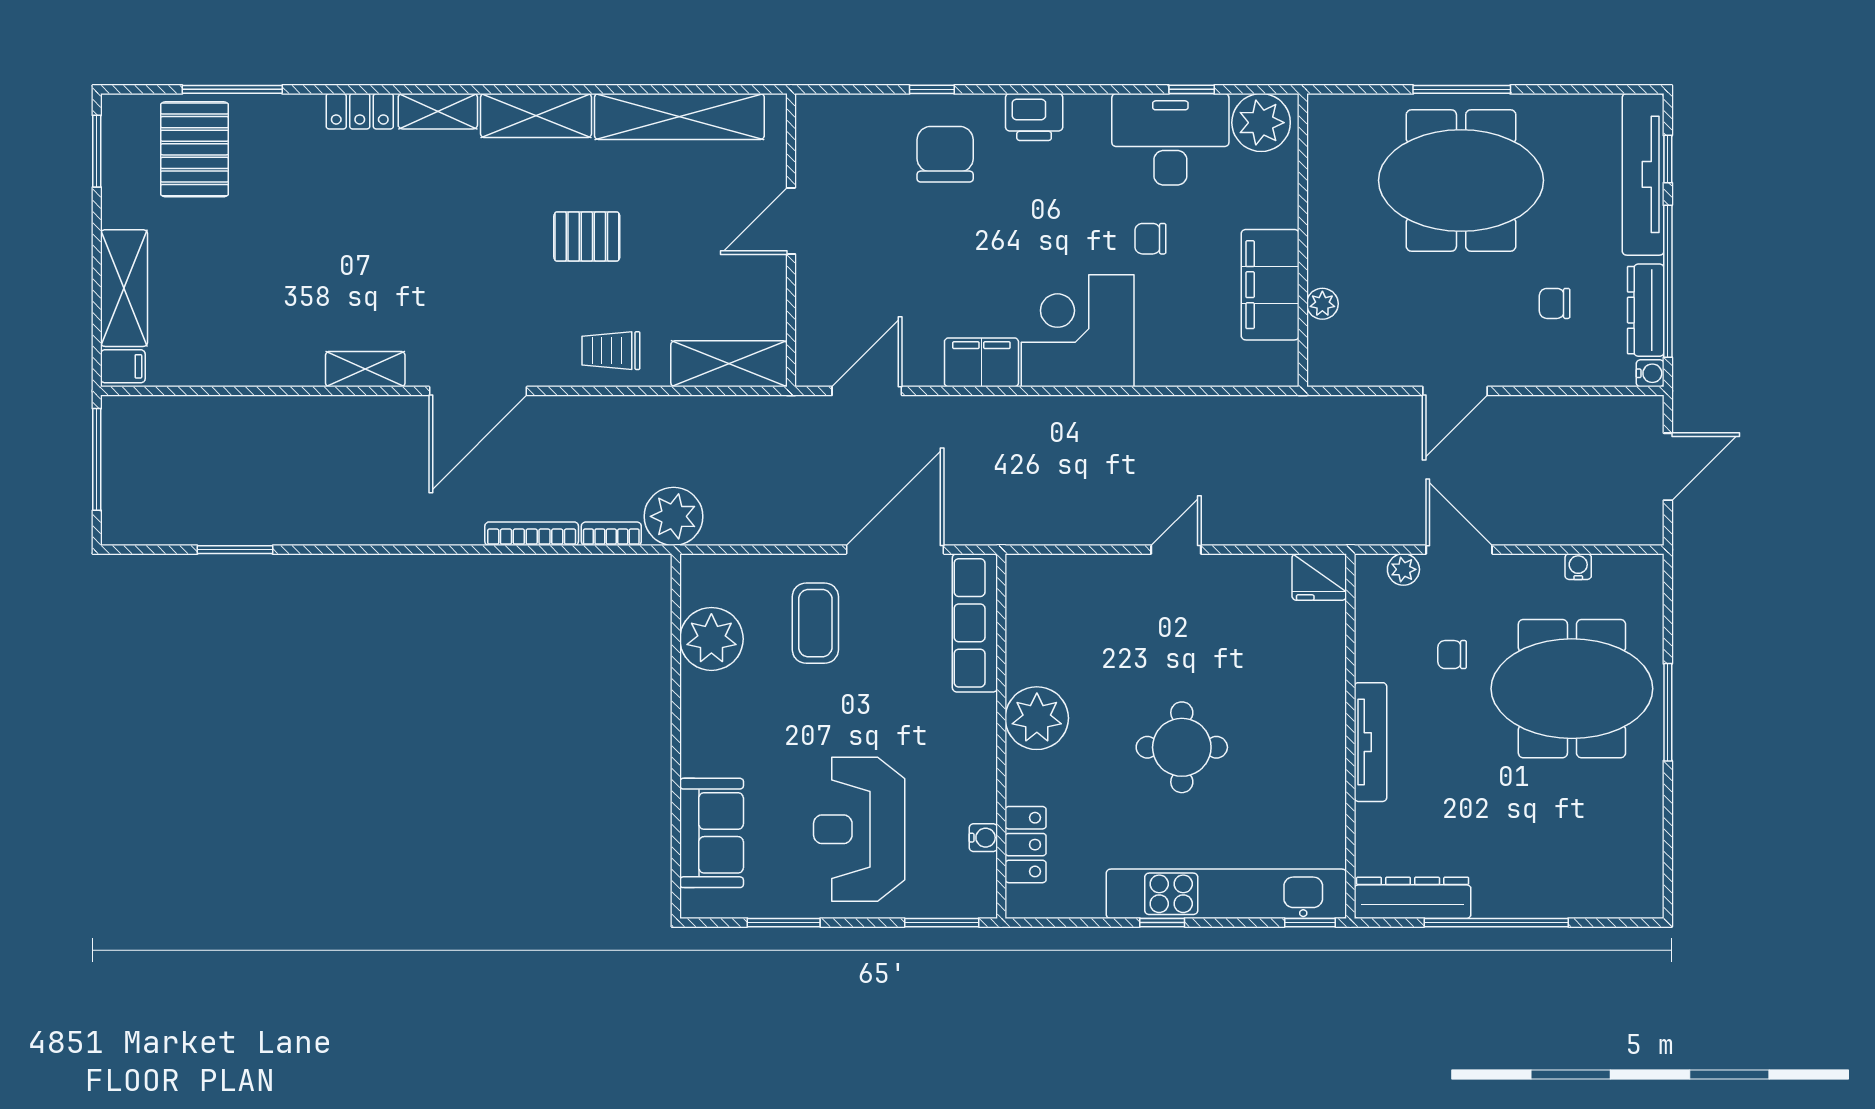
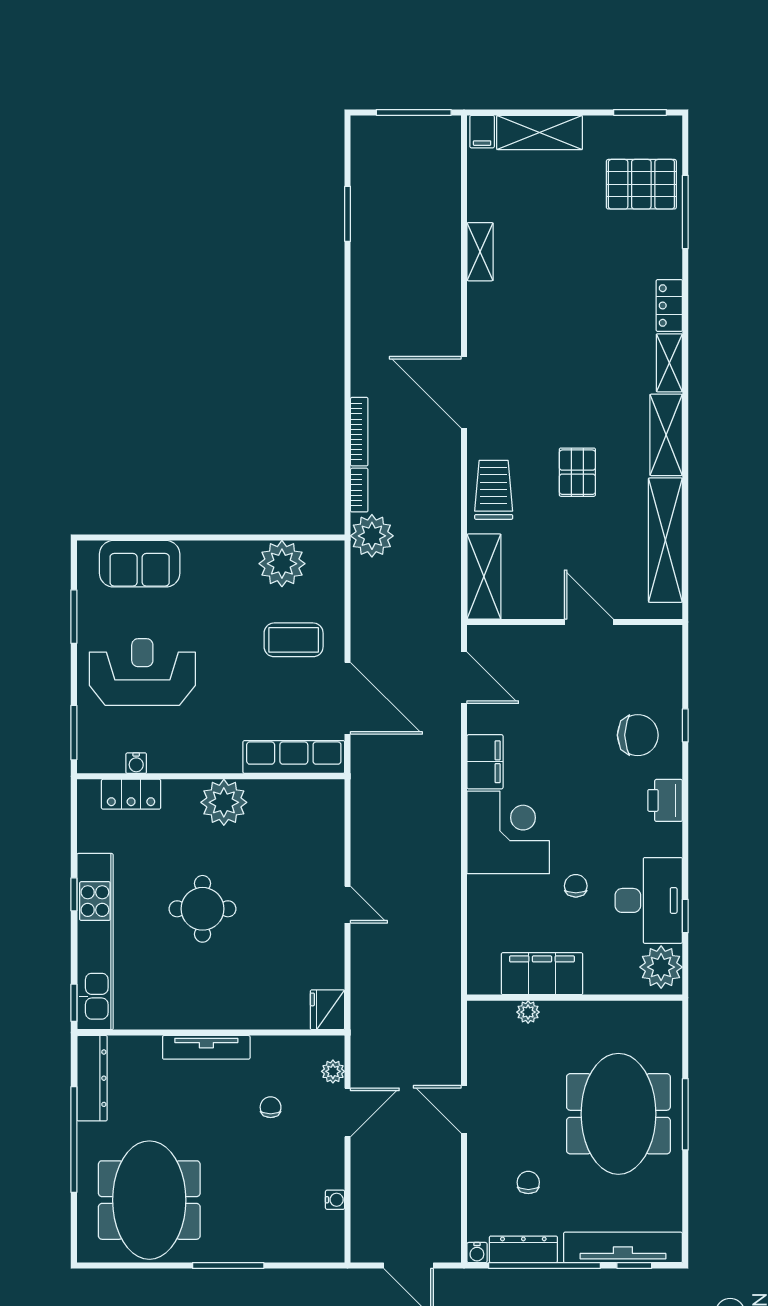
trolley: (611, 351) -> (494, 490), width x1.36, depth x1.39
shelving: (365, 369) -> (480, 252), moved
meeting table: (1572, 689) -> (149, 1200), moved

